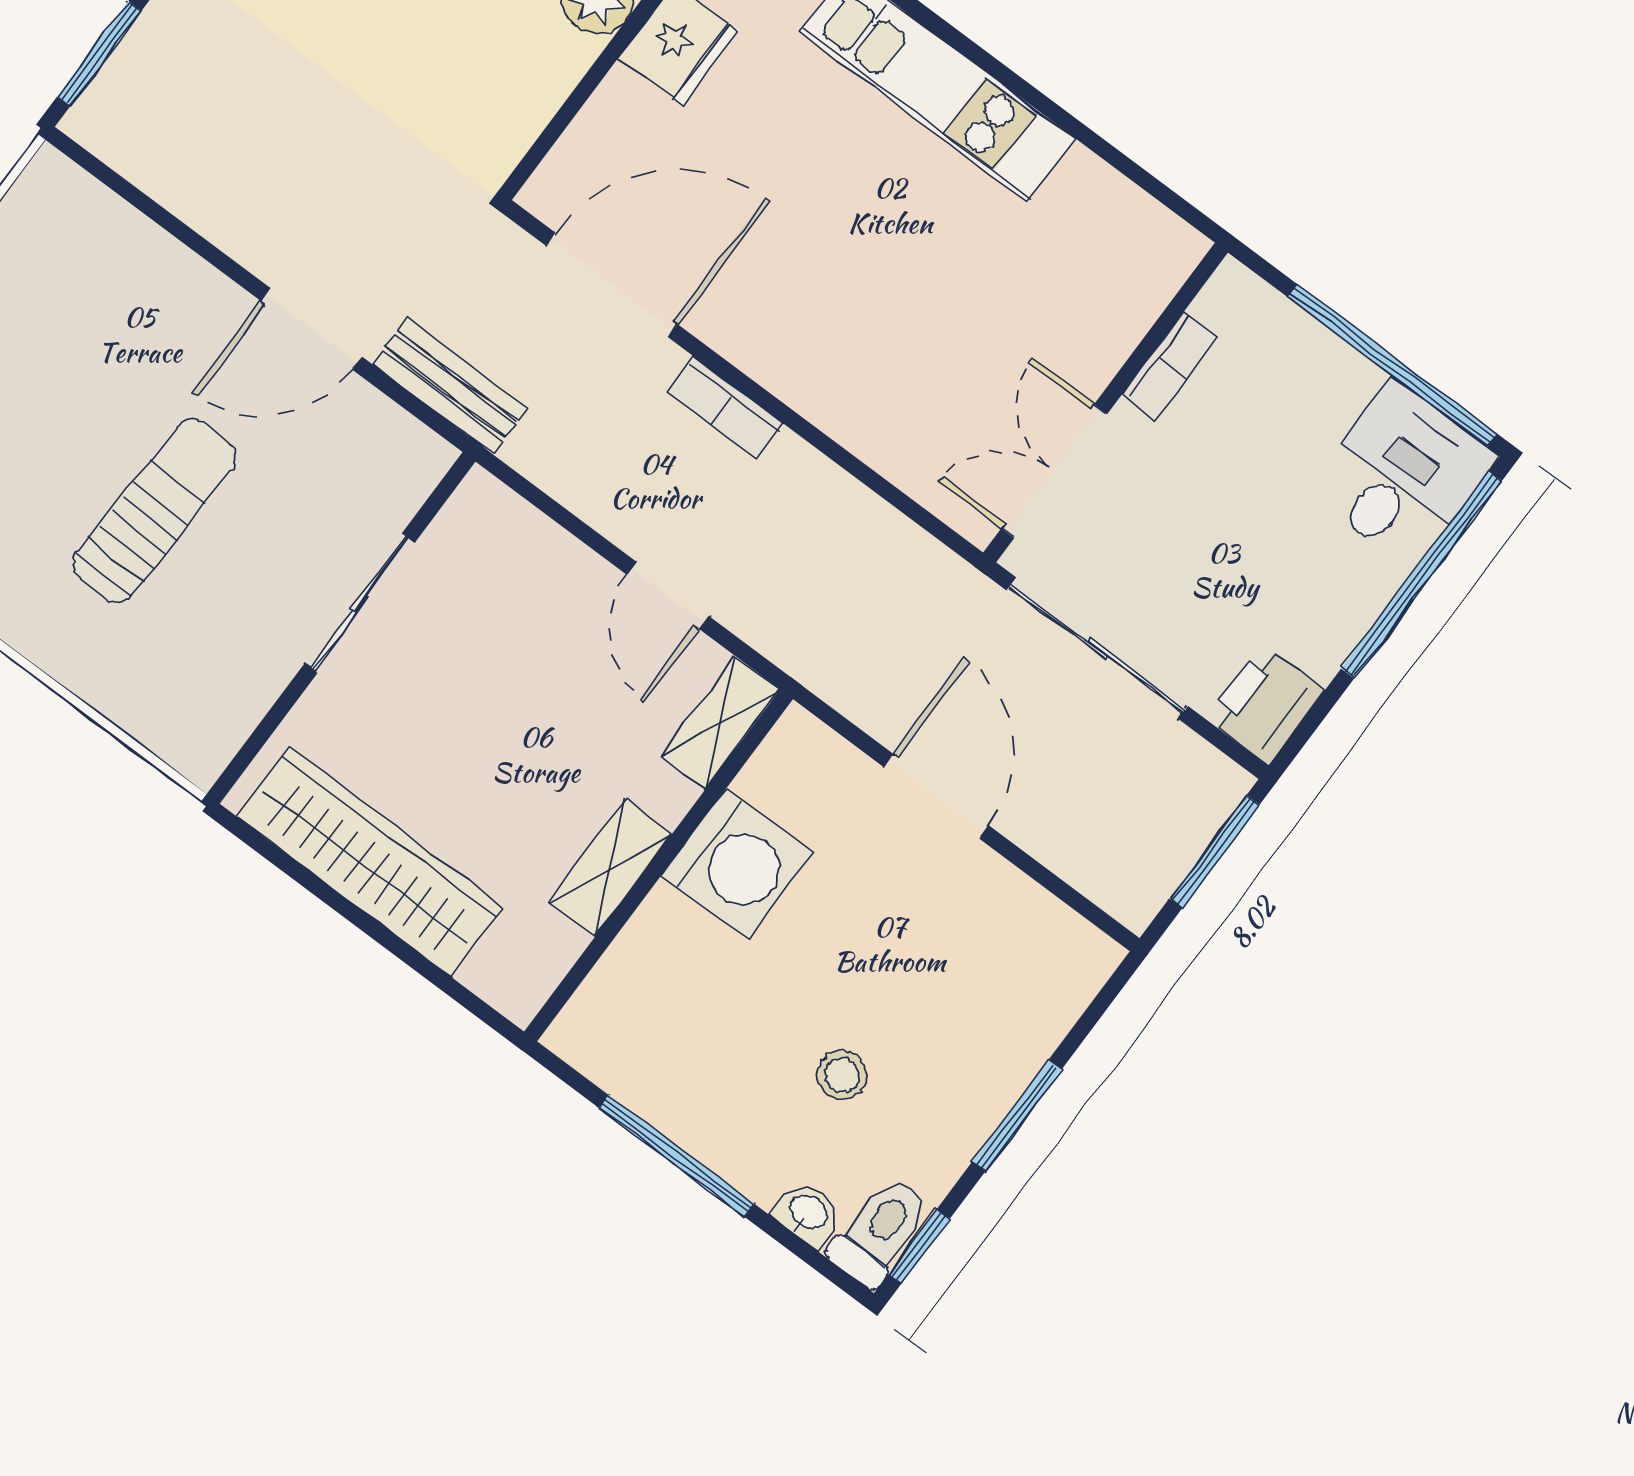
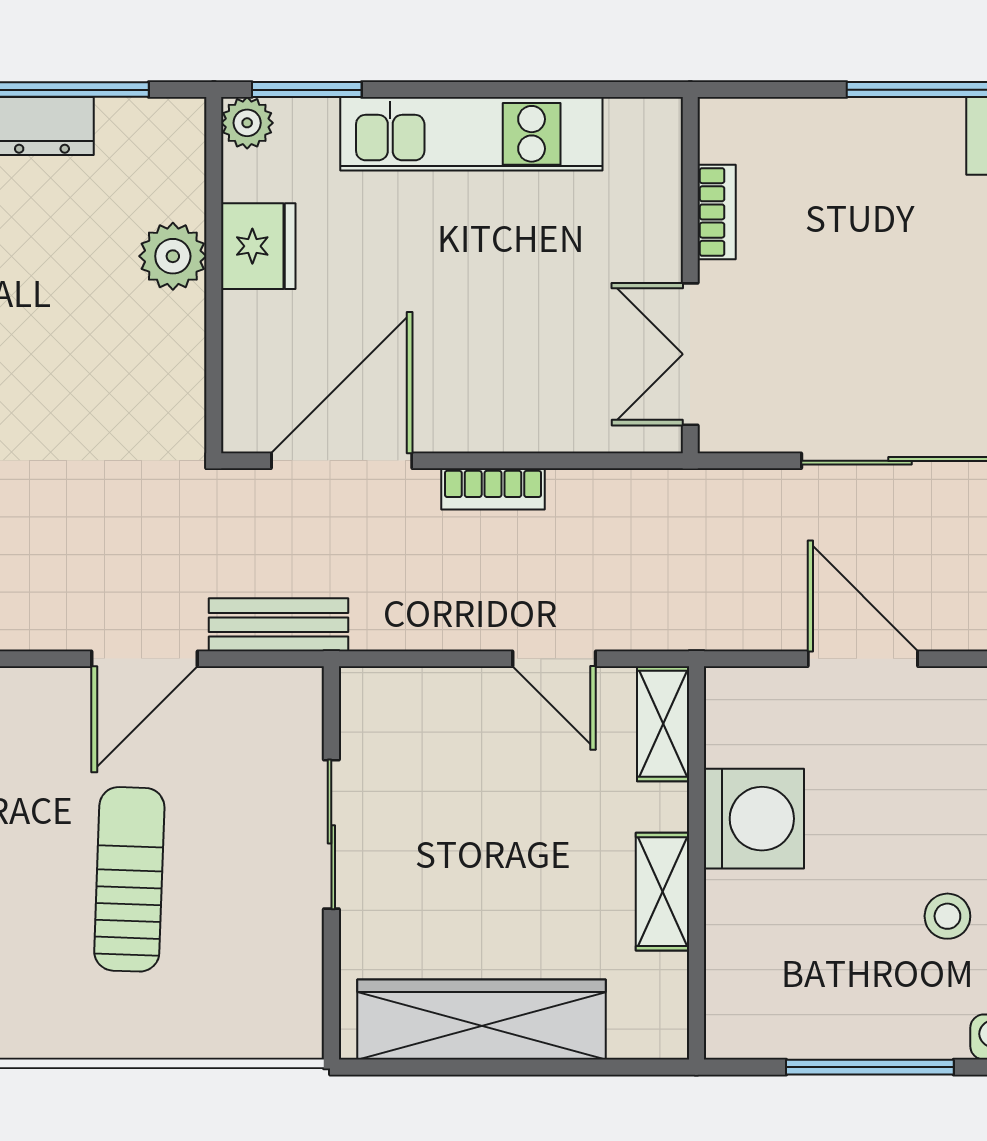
bookcase: (1170, 365) -> (717, 212), moved
wall: (1106, 403) -> (690, 275), moved
double door: (1054, 471) -> (690, 354), moved

